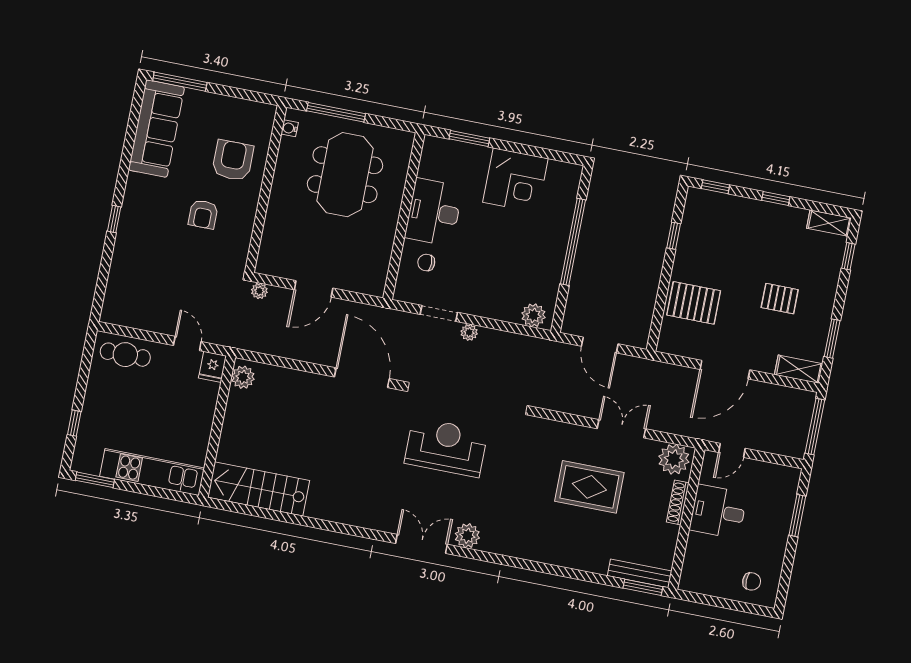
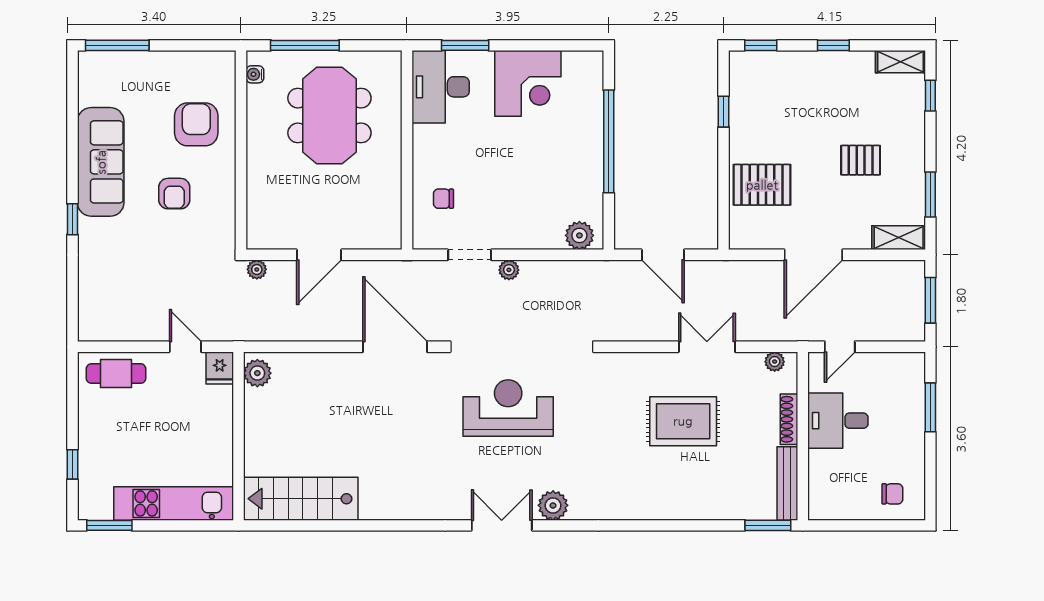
sofa: (156, 129) -> (101, 162), moved
desk: (434, 212) -> (441, 87), moved
window: (815, 427) -> (930, 300), width x0.69
plant: (674, 459) -> (775, 362), width x0.53, depth x0.53
bench: (640, 573) -> (787, 484), moved, turned 90

